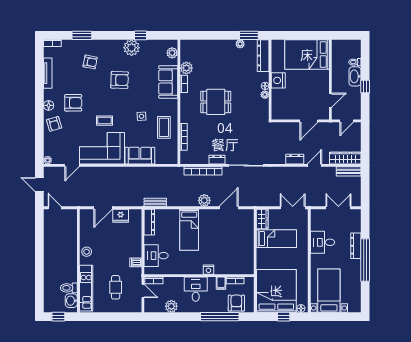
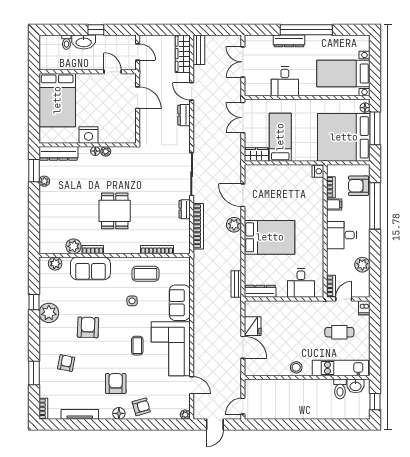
bed: (189, 230) -> (270, 237), width x1.50
dishwasher: (136, 262) -> (364, 308), moved
nightstand: (208, 270) -> (318, 171), moved
window: (284, 317) -> (375, 128), width x2.17

